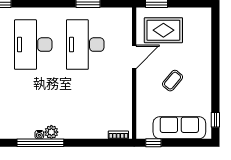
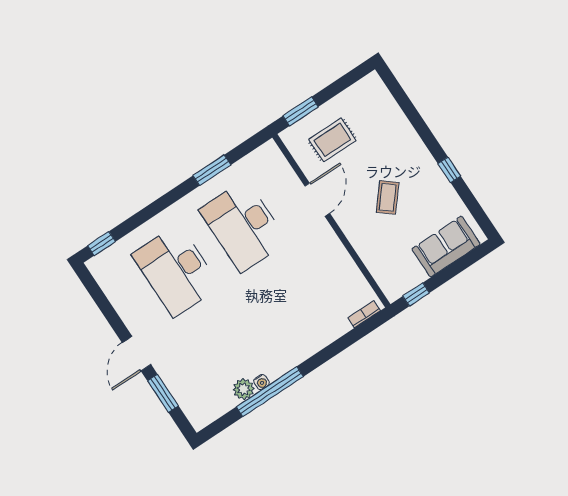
rug: (163, 30) -> (332, 140), width x0.73, depth x0.70
window: (215, 120) -> (449, 170), moved
sofa: (179, 128) -> (446, 247), width x0.73
plant: (51, 132) -> (244, 389), moved

